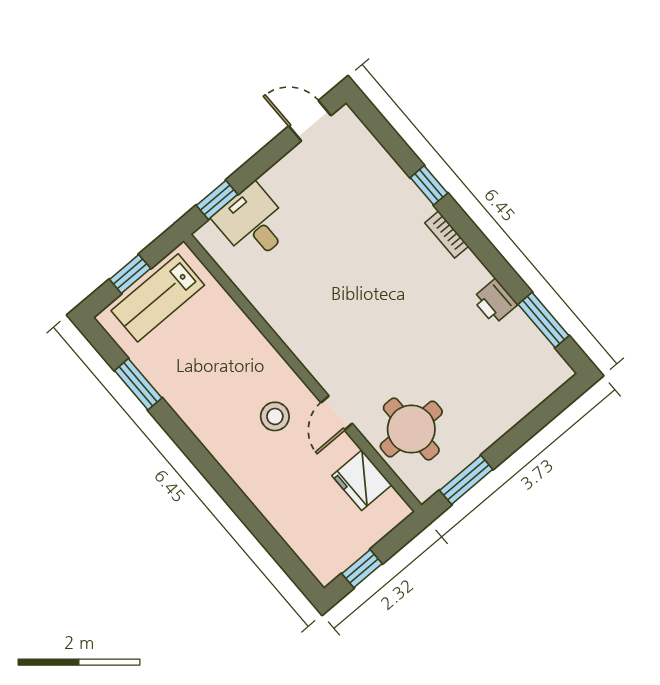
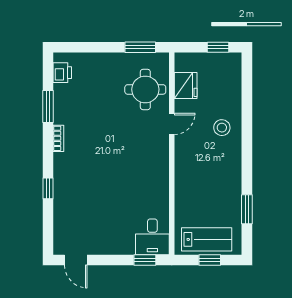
desk: (253, 223) -> (152, 237), moved
bookcase: (447, 235) -> (58, 138), moved
printer: (495, 301) -> (62, 73), moved
window: (544, 320) -> (48, 107), moved
stool: (275, 416) -> (222, 128), moved

